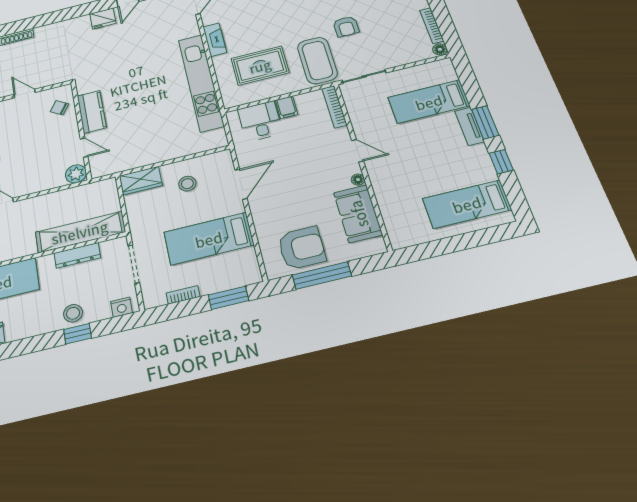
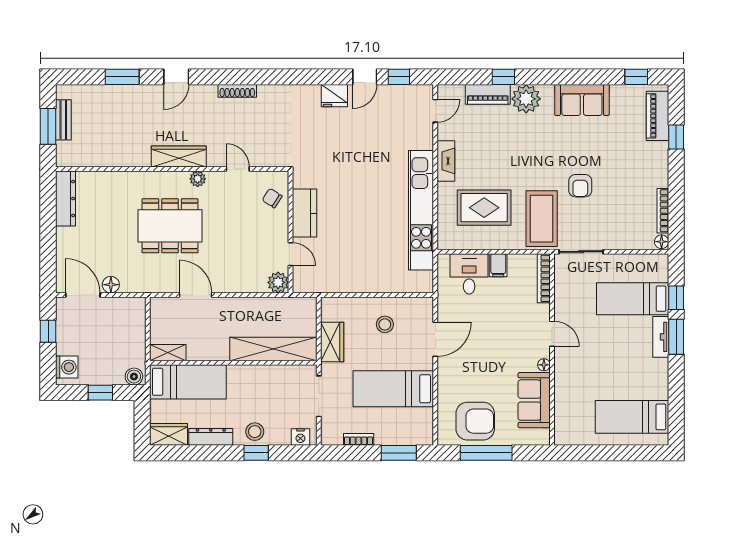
window: (501, 162) -> (676, 298), moved
wardrobe: (141, 181) -> (332, 342), moved, turned -90
dresser: (77, 255) -> (211, 437), moved, turned 180

